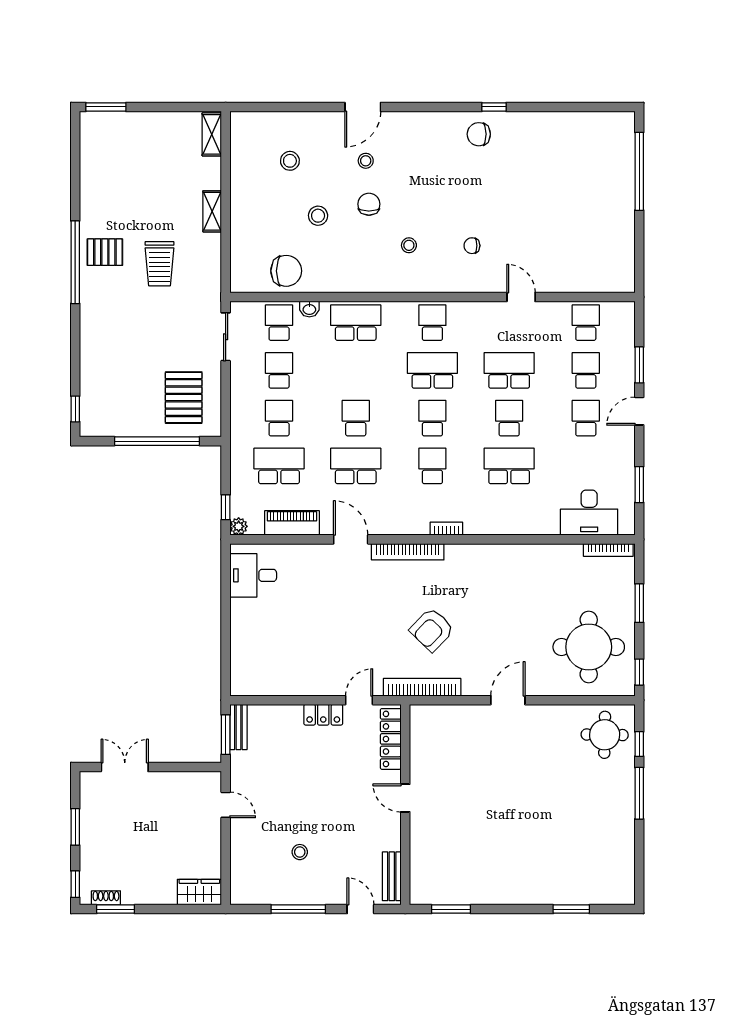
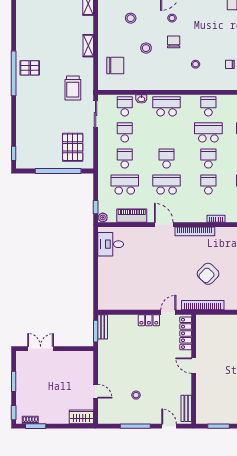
trolley: (160, 264) -> (73, 88), moved
chair: (286, 271) -> (115, 66), moved
door: (226, 805) -> (96, 391), moved

